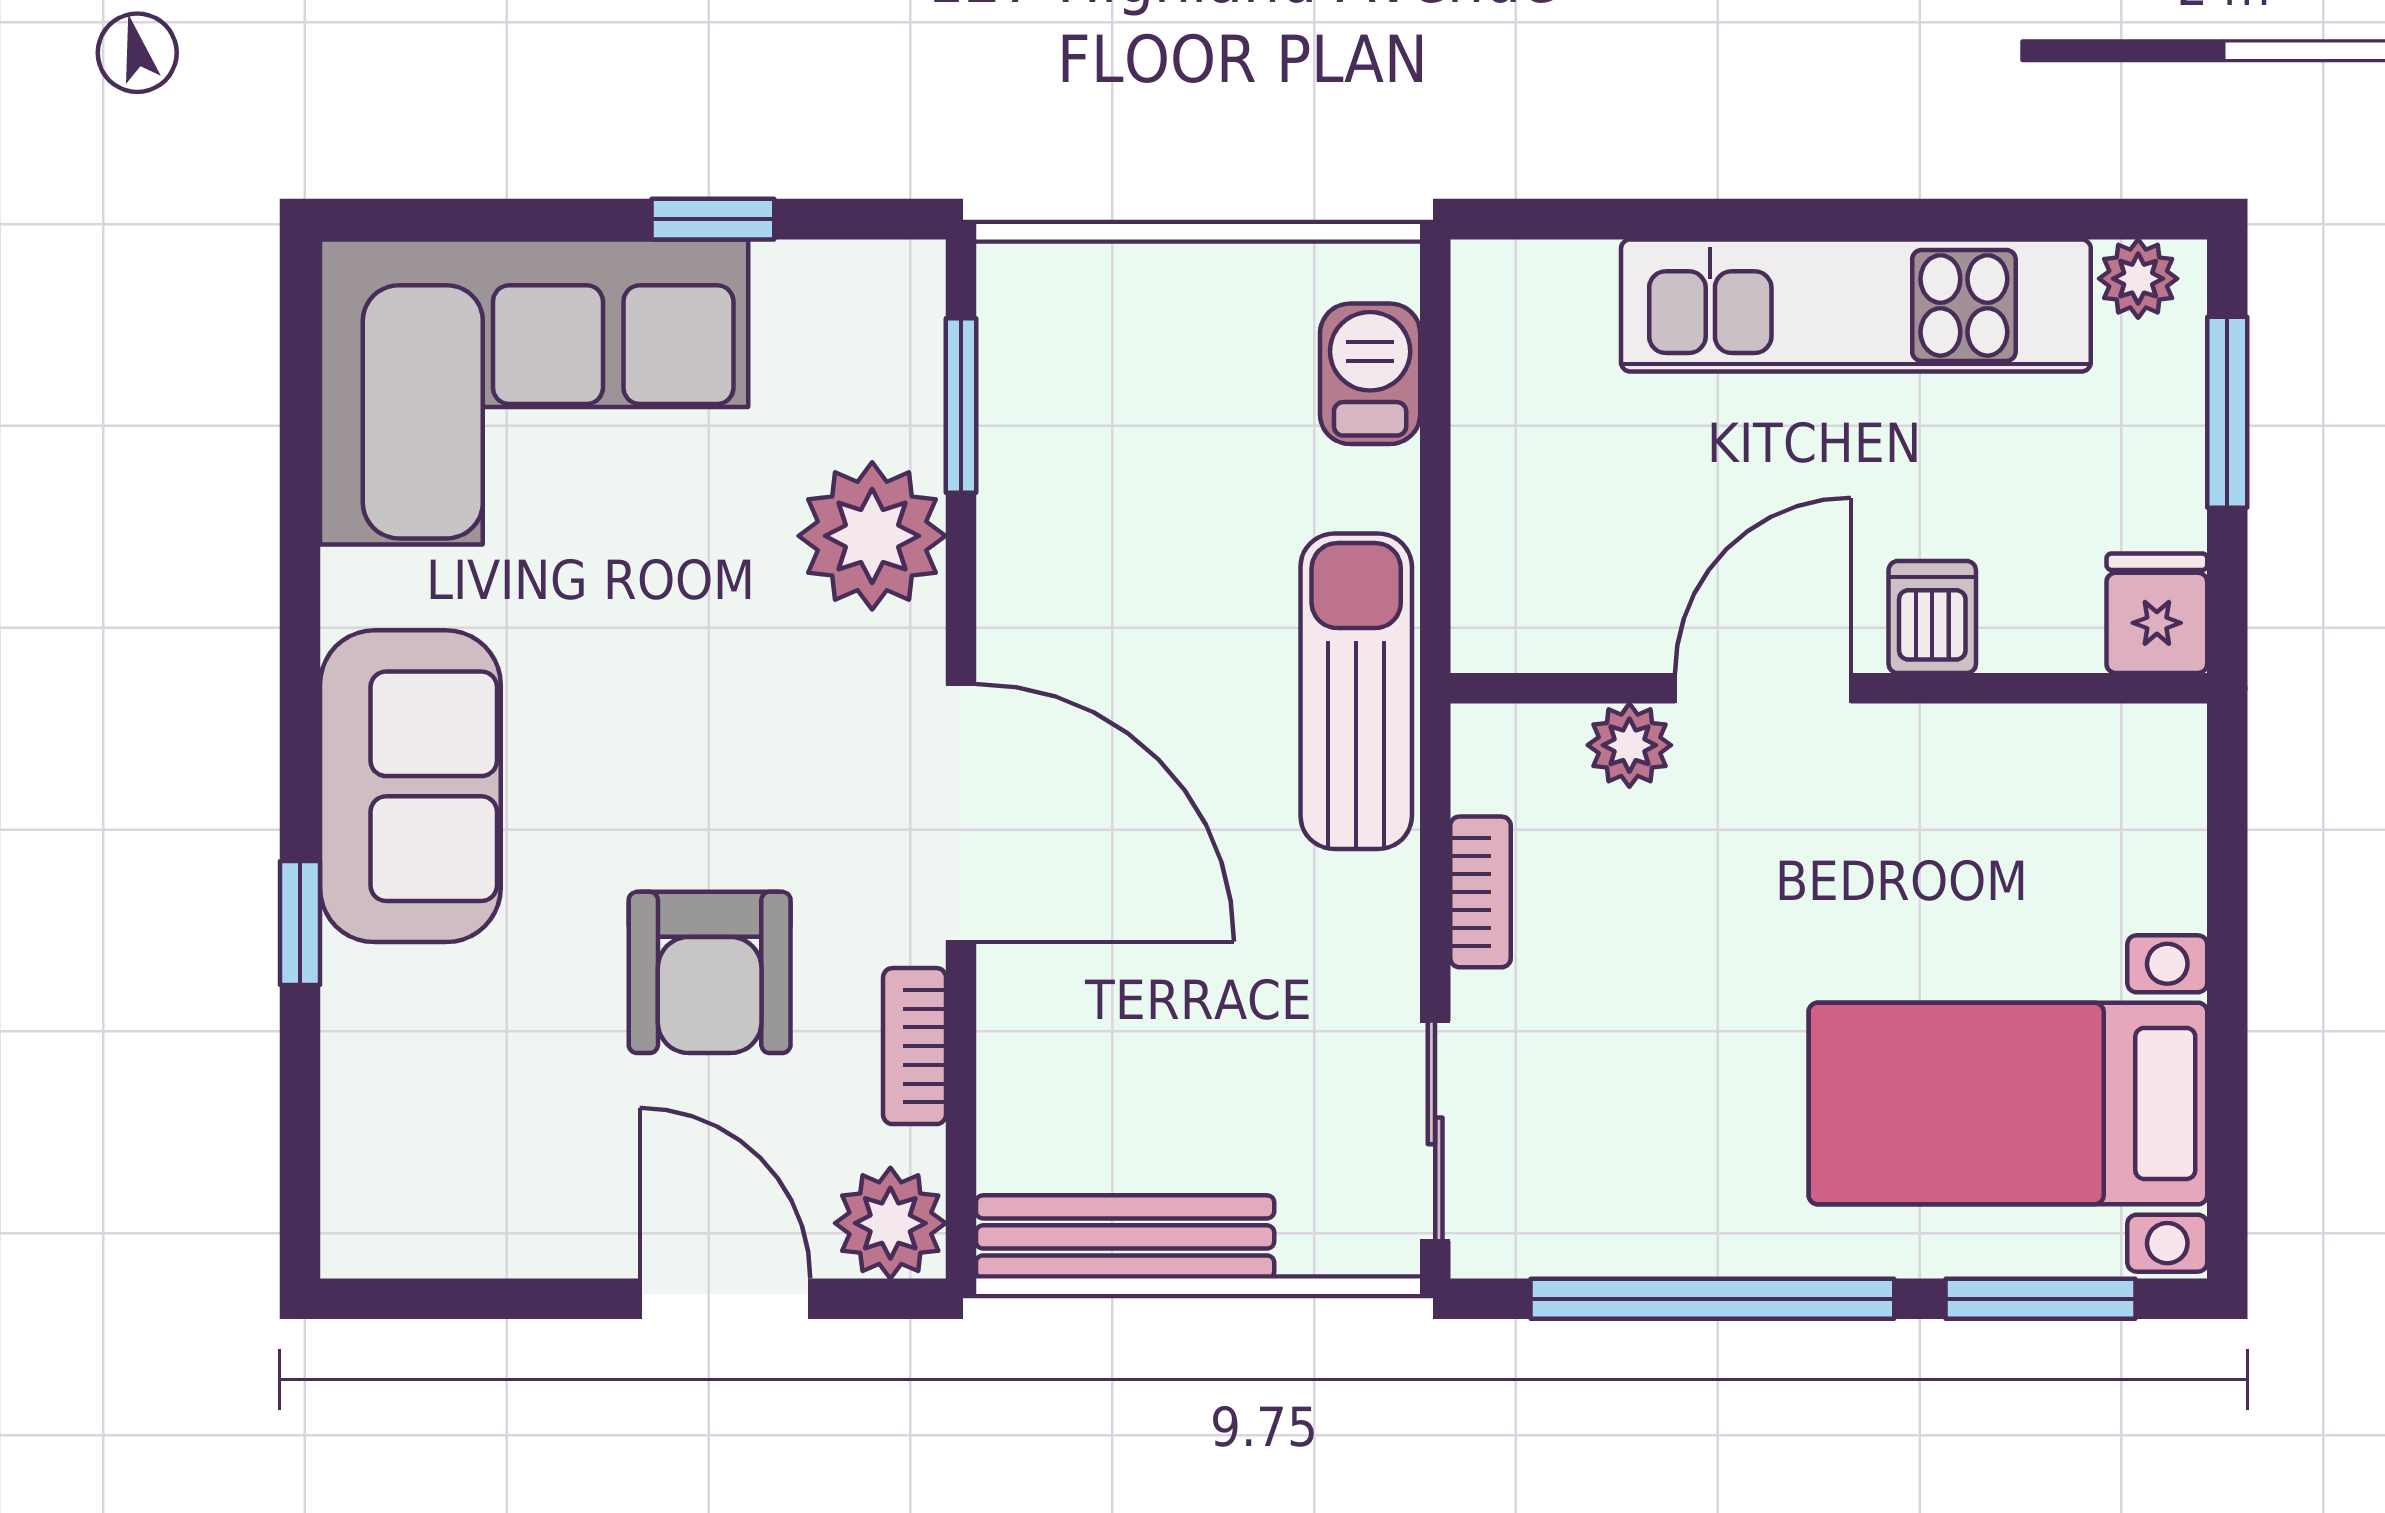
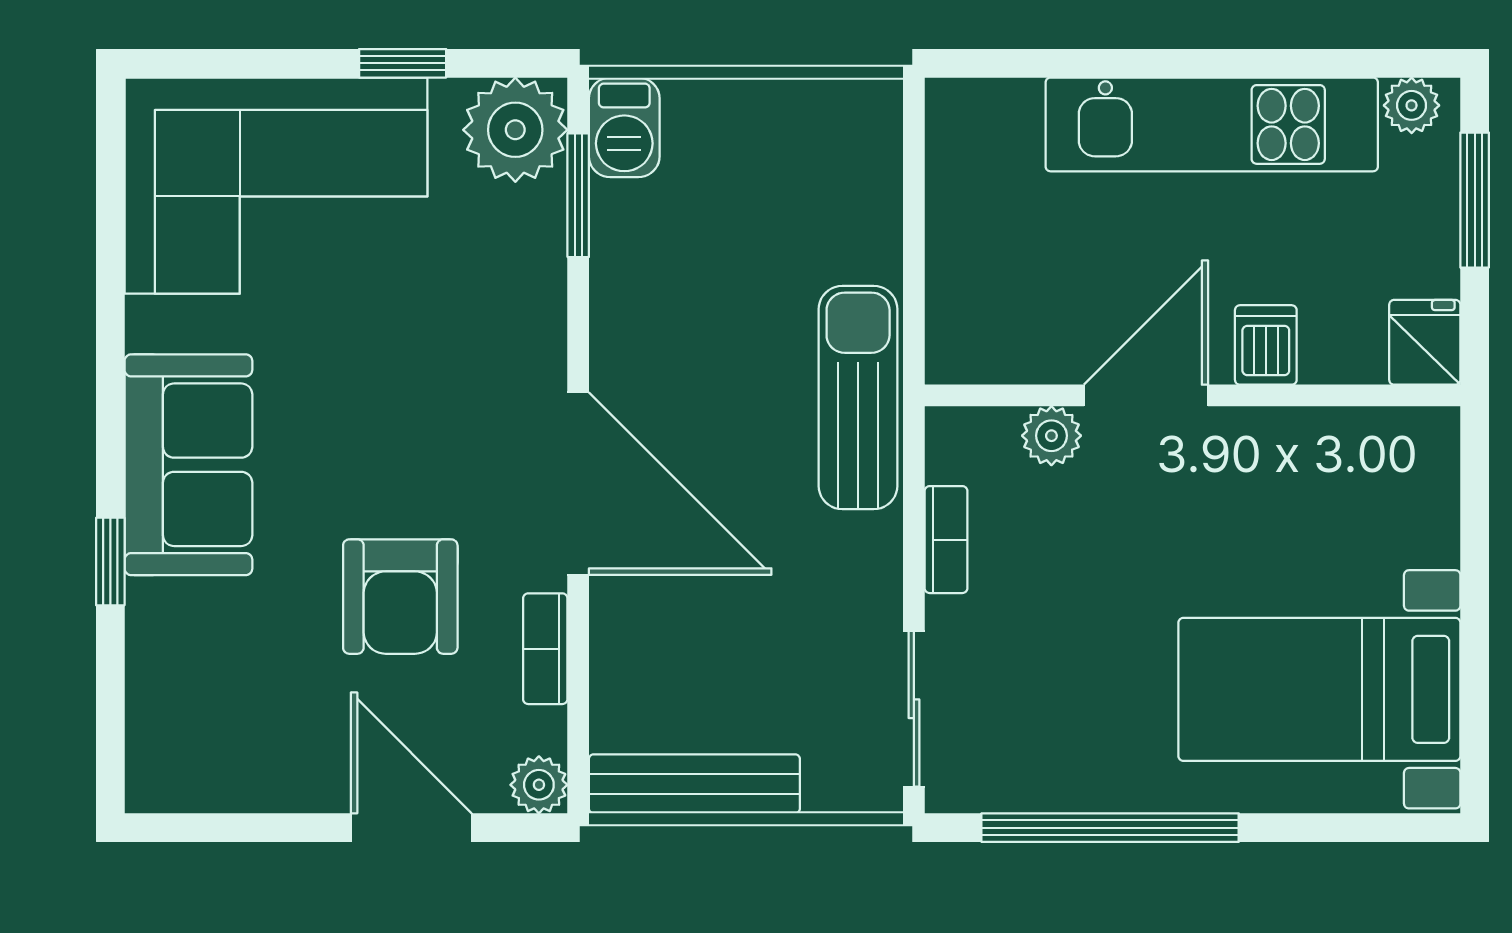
barbecue: (1370, 374) -> (624, 127), moved, turned 180
plant: (872, 536) -> (515, 130), moved
plant: (890, 1223) -> (539, 785), width x0.73, depth x0.73
window: (2040, 1299) -> (1342, 828), removed

